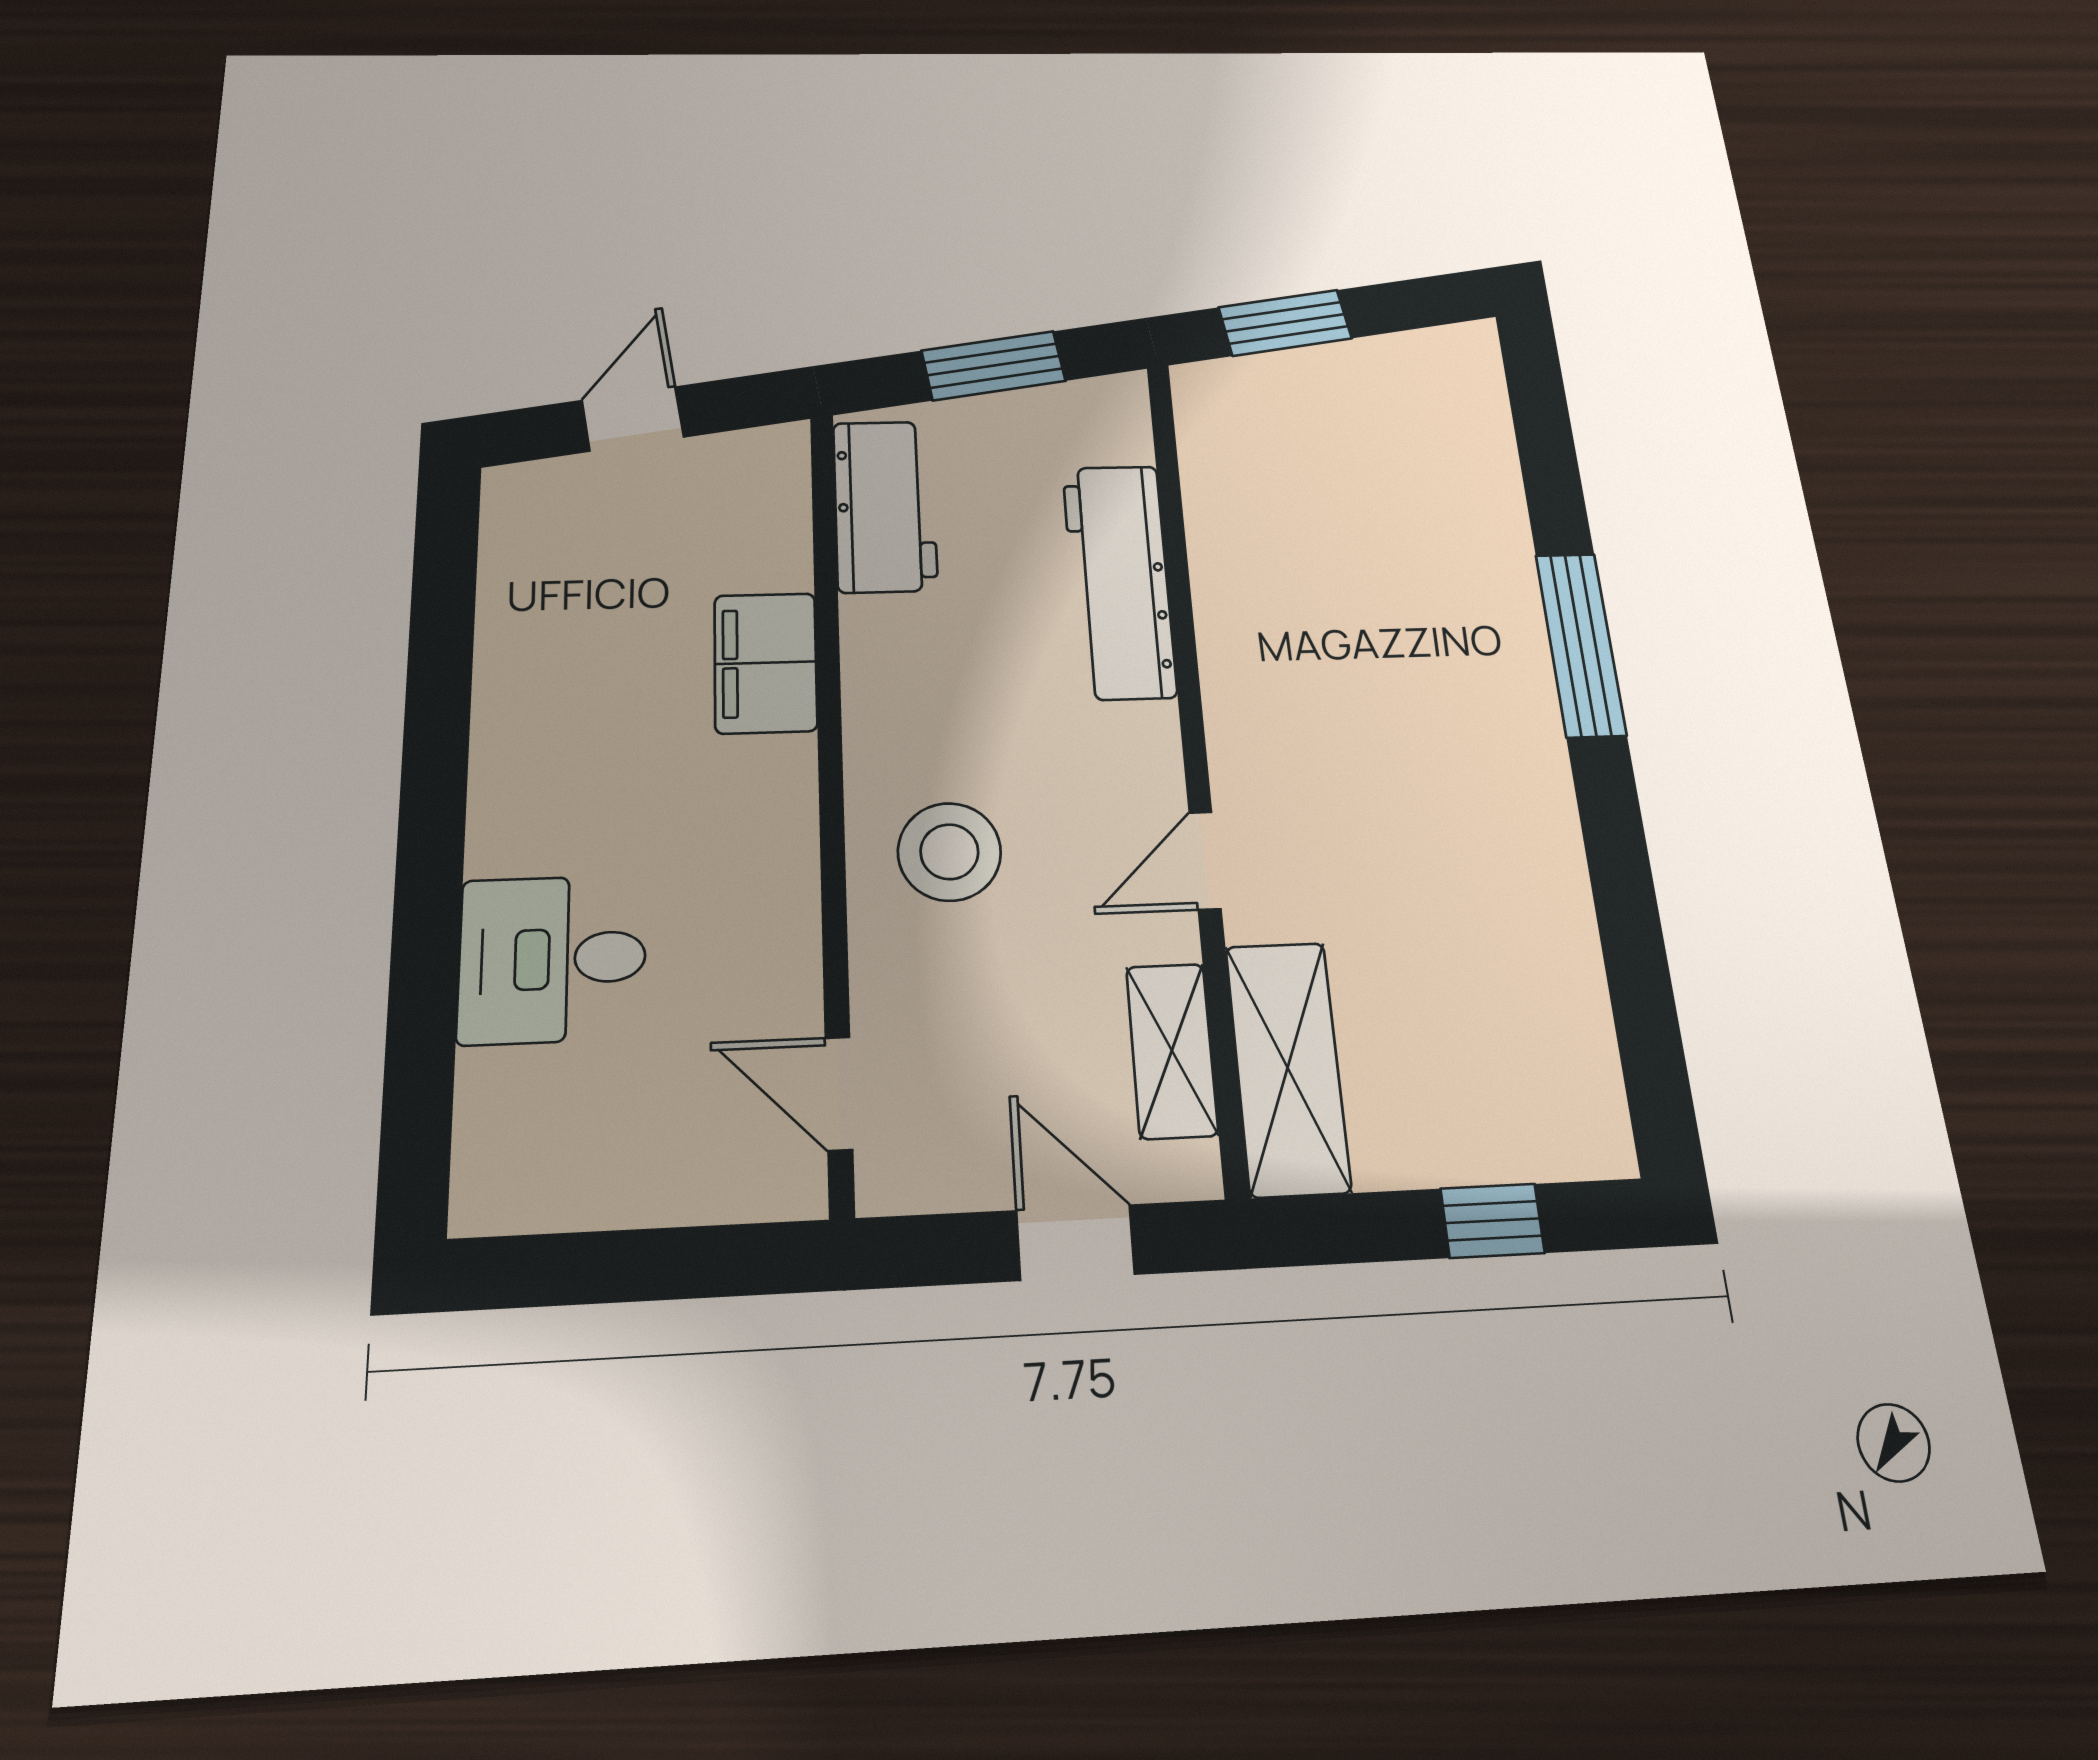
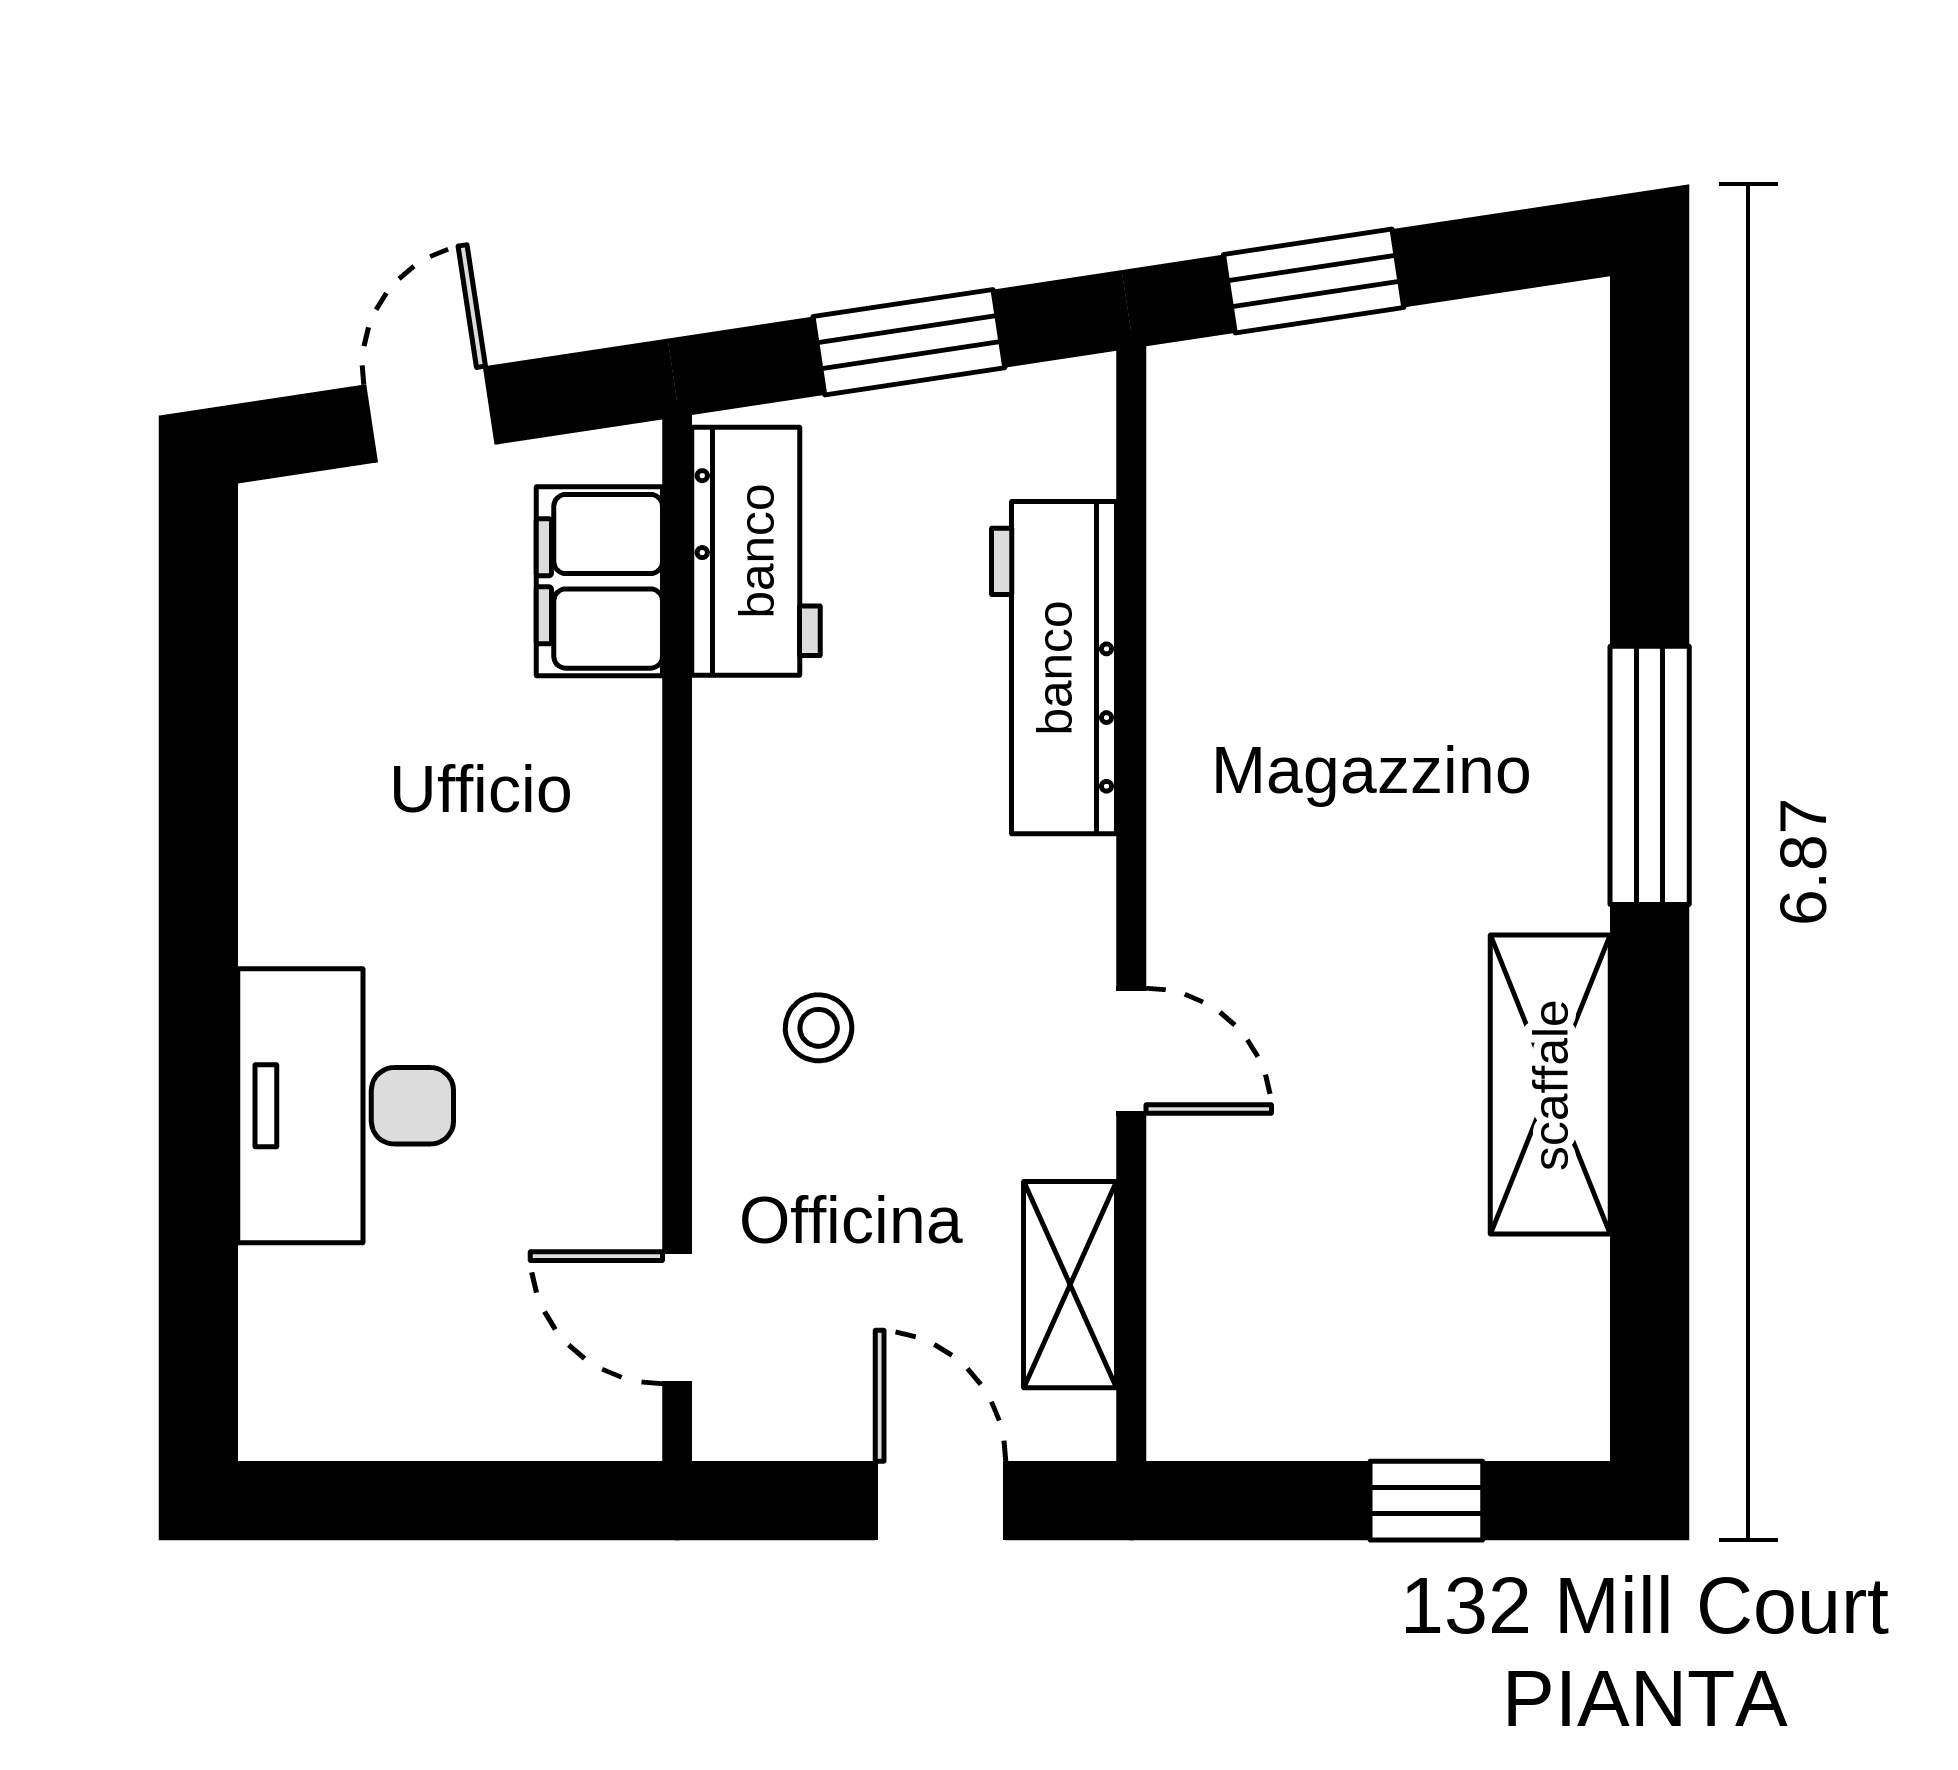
filing cabinet: (766, 663) -> (599, 581), moved
stool: (949, 852) -> (819, 1028), width x0.53, depth x0.53
door: (1205, 861) -> (1131, 1051), swing flipped
desk: (552, 959) -> (346, 1106), width x1.37
shelving: (1288, 1068) -> (1550, 1085), moved

